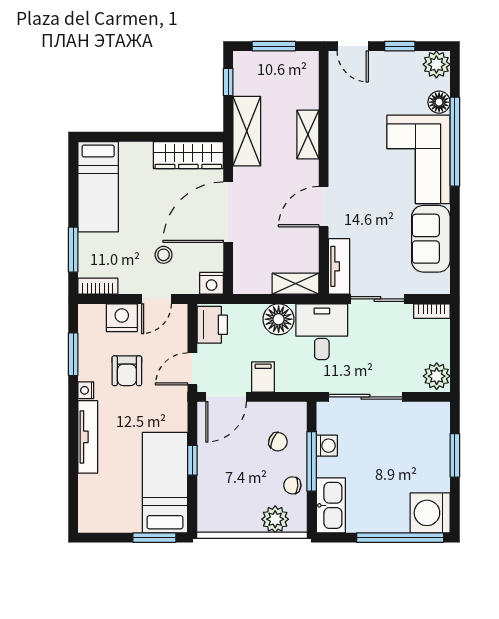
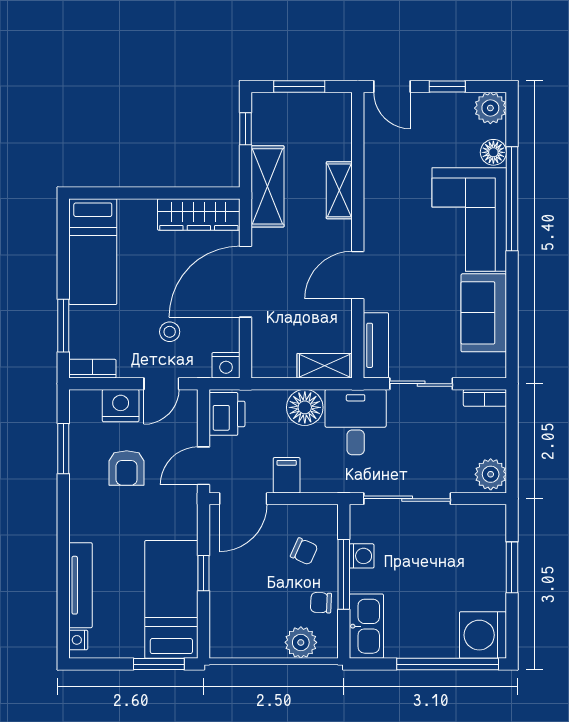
nightstand: (86, 390) -> (78, 640), moved
tv unit: (88, 437) -> (80, 585), moved

